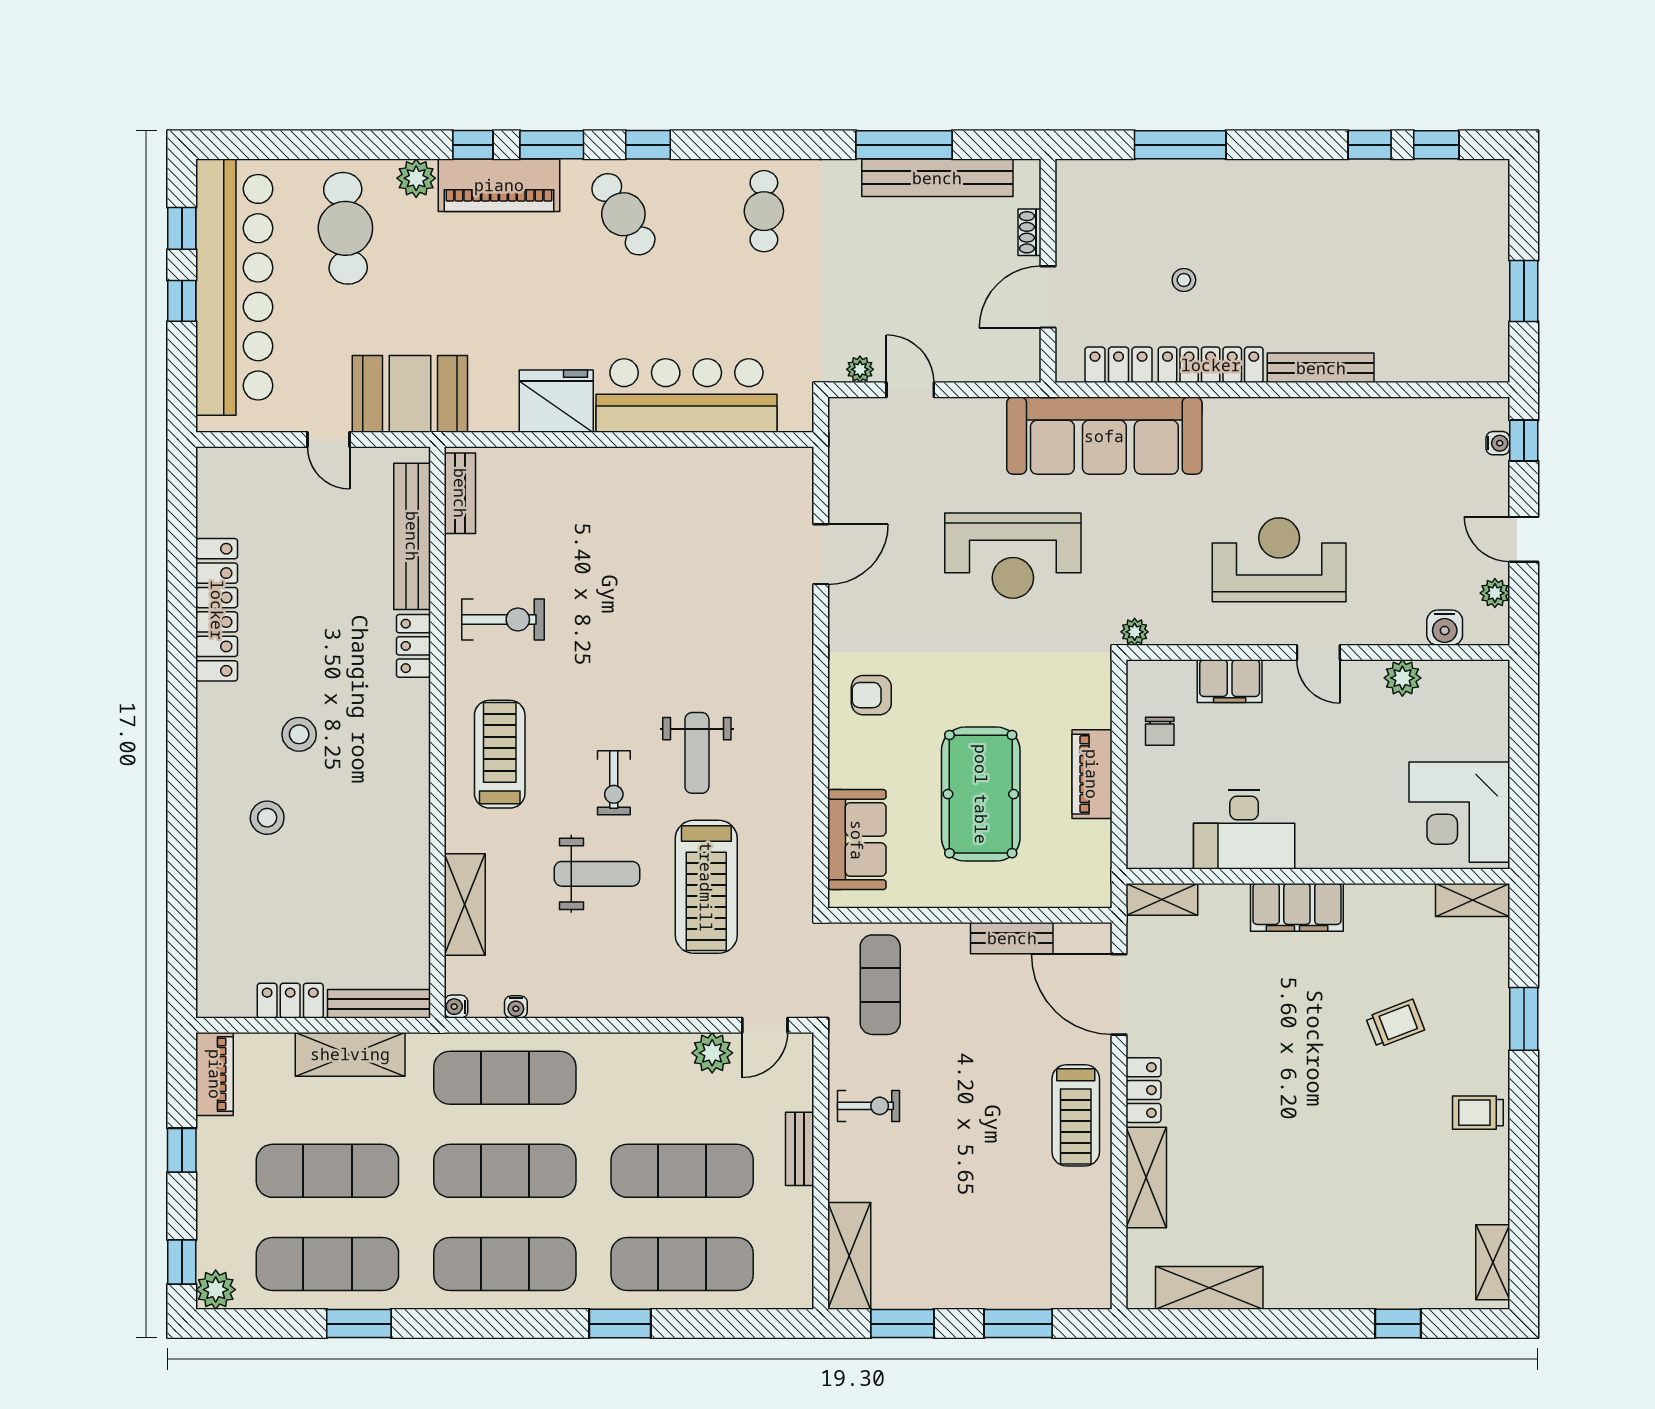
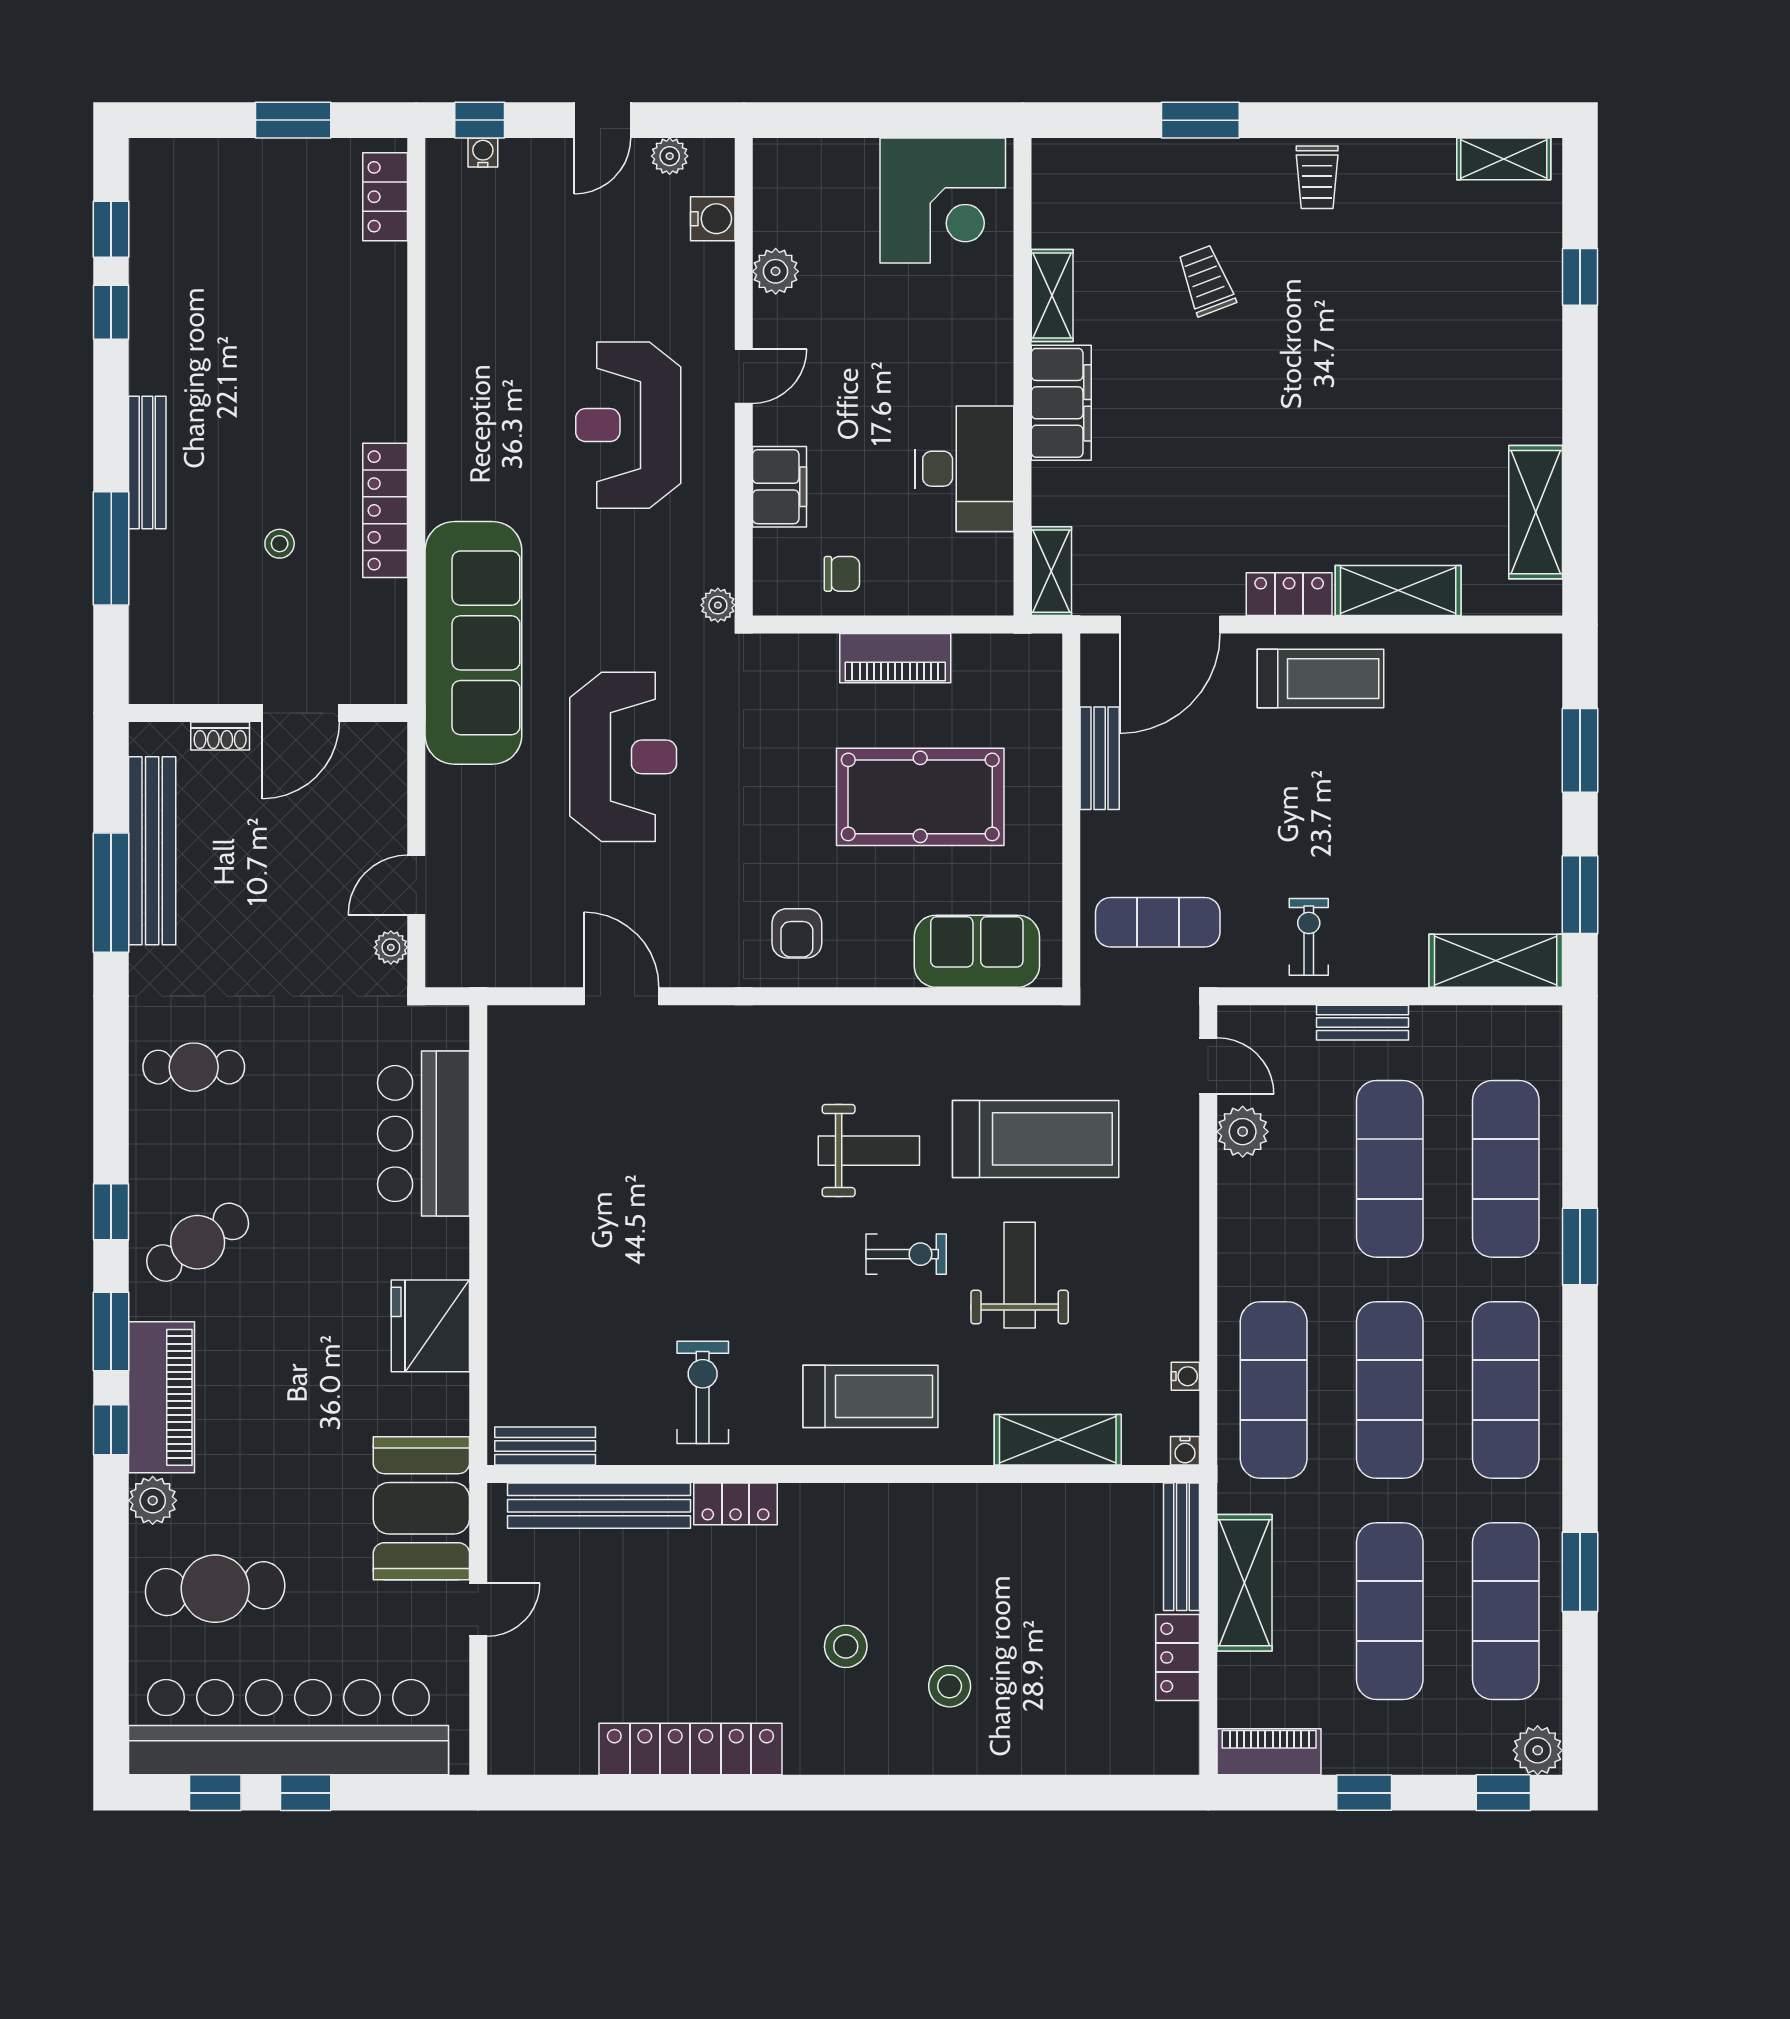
door: (1048, 297) -> (301, 713), hinge flipped
locker: (1119, 365) -> (385, 197), moved
bench: (1321, 368) -> (147, 463), moved
bar counter: (686, 396) -> (423, 1134), width x0.73
treadmill: (500, 754) -> (871, 1396), turned 180
shelving: (1473, 900) -> (1052, 295), moved

